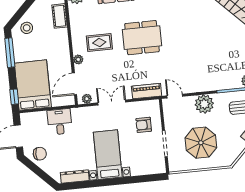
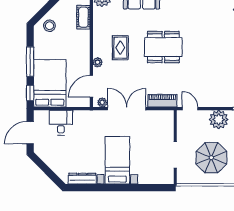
rug: (99, 43) -> (120, 48), turned 90
window: (10, 53) -> (30, 62), moved
double door: (112, 102) -> (127, 109), width x1.37
desk: (60, 122) -> (61, 123), moved
armchair: (144, 125) -> (156, 134), removed
chair: (40, 154) -> (50, 152), removed

